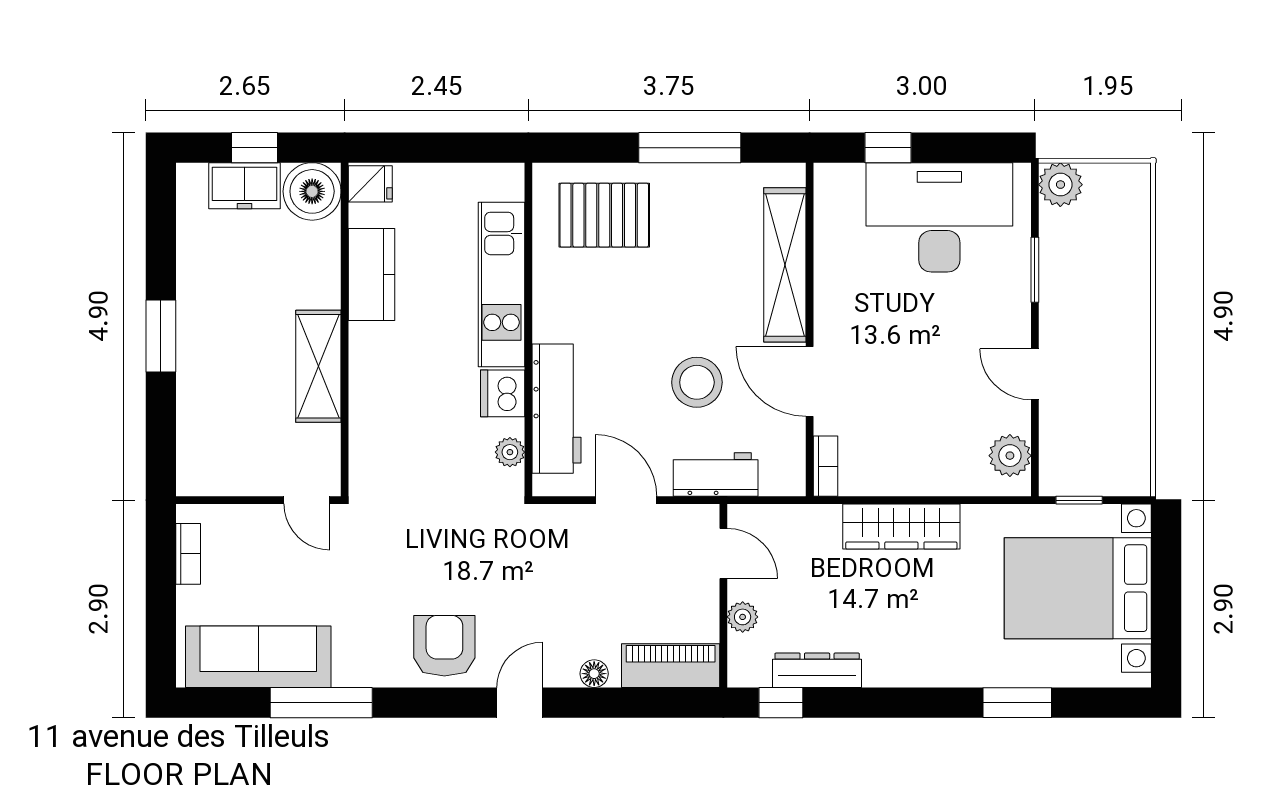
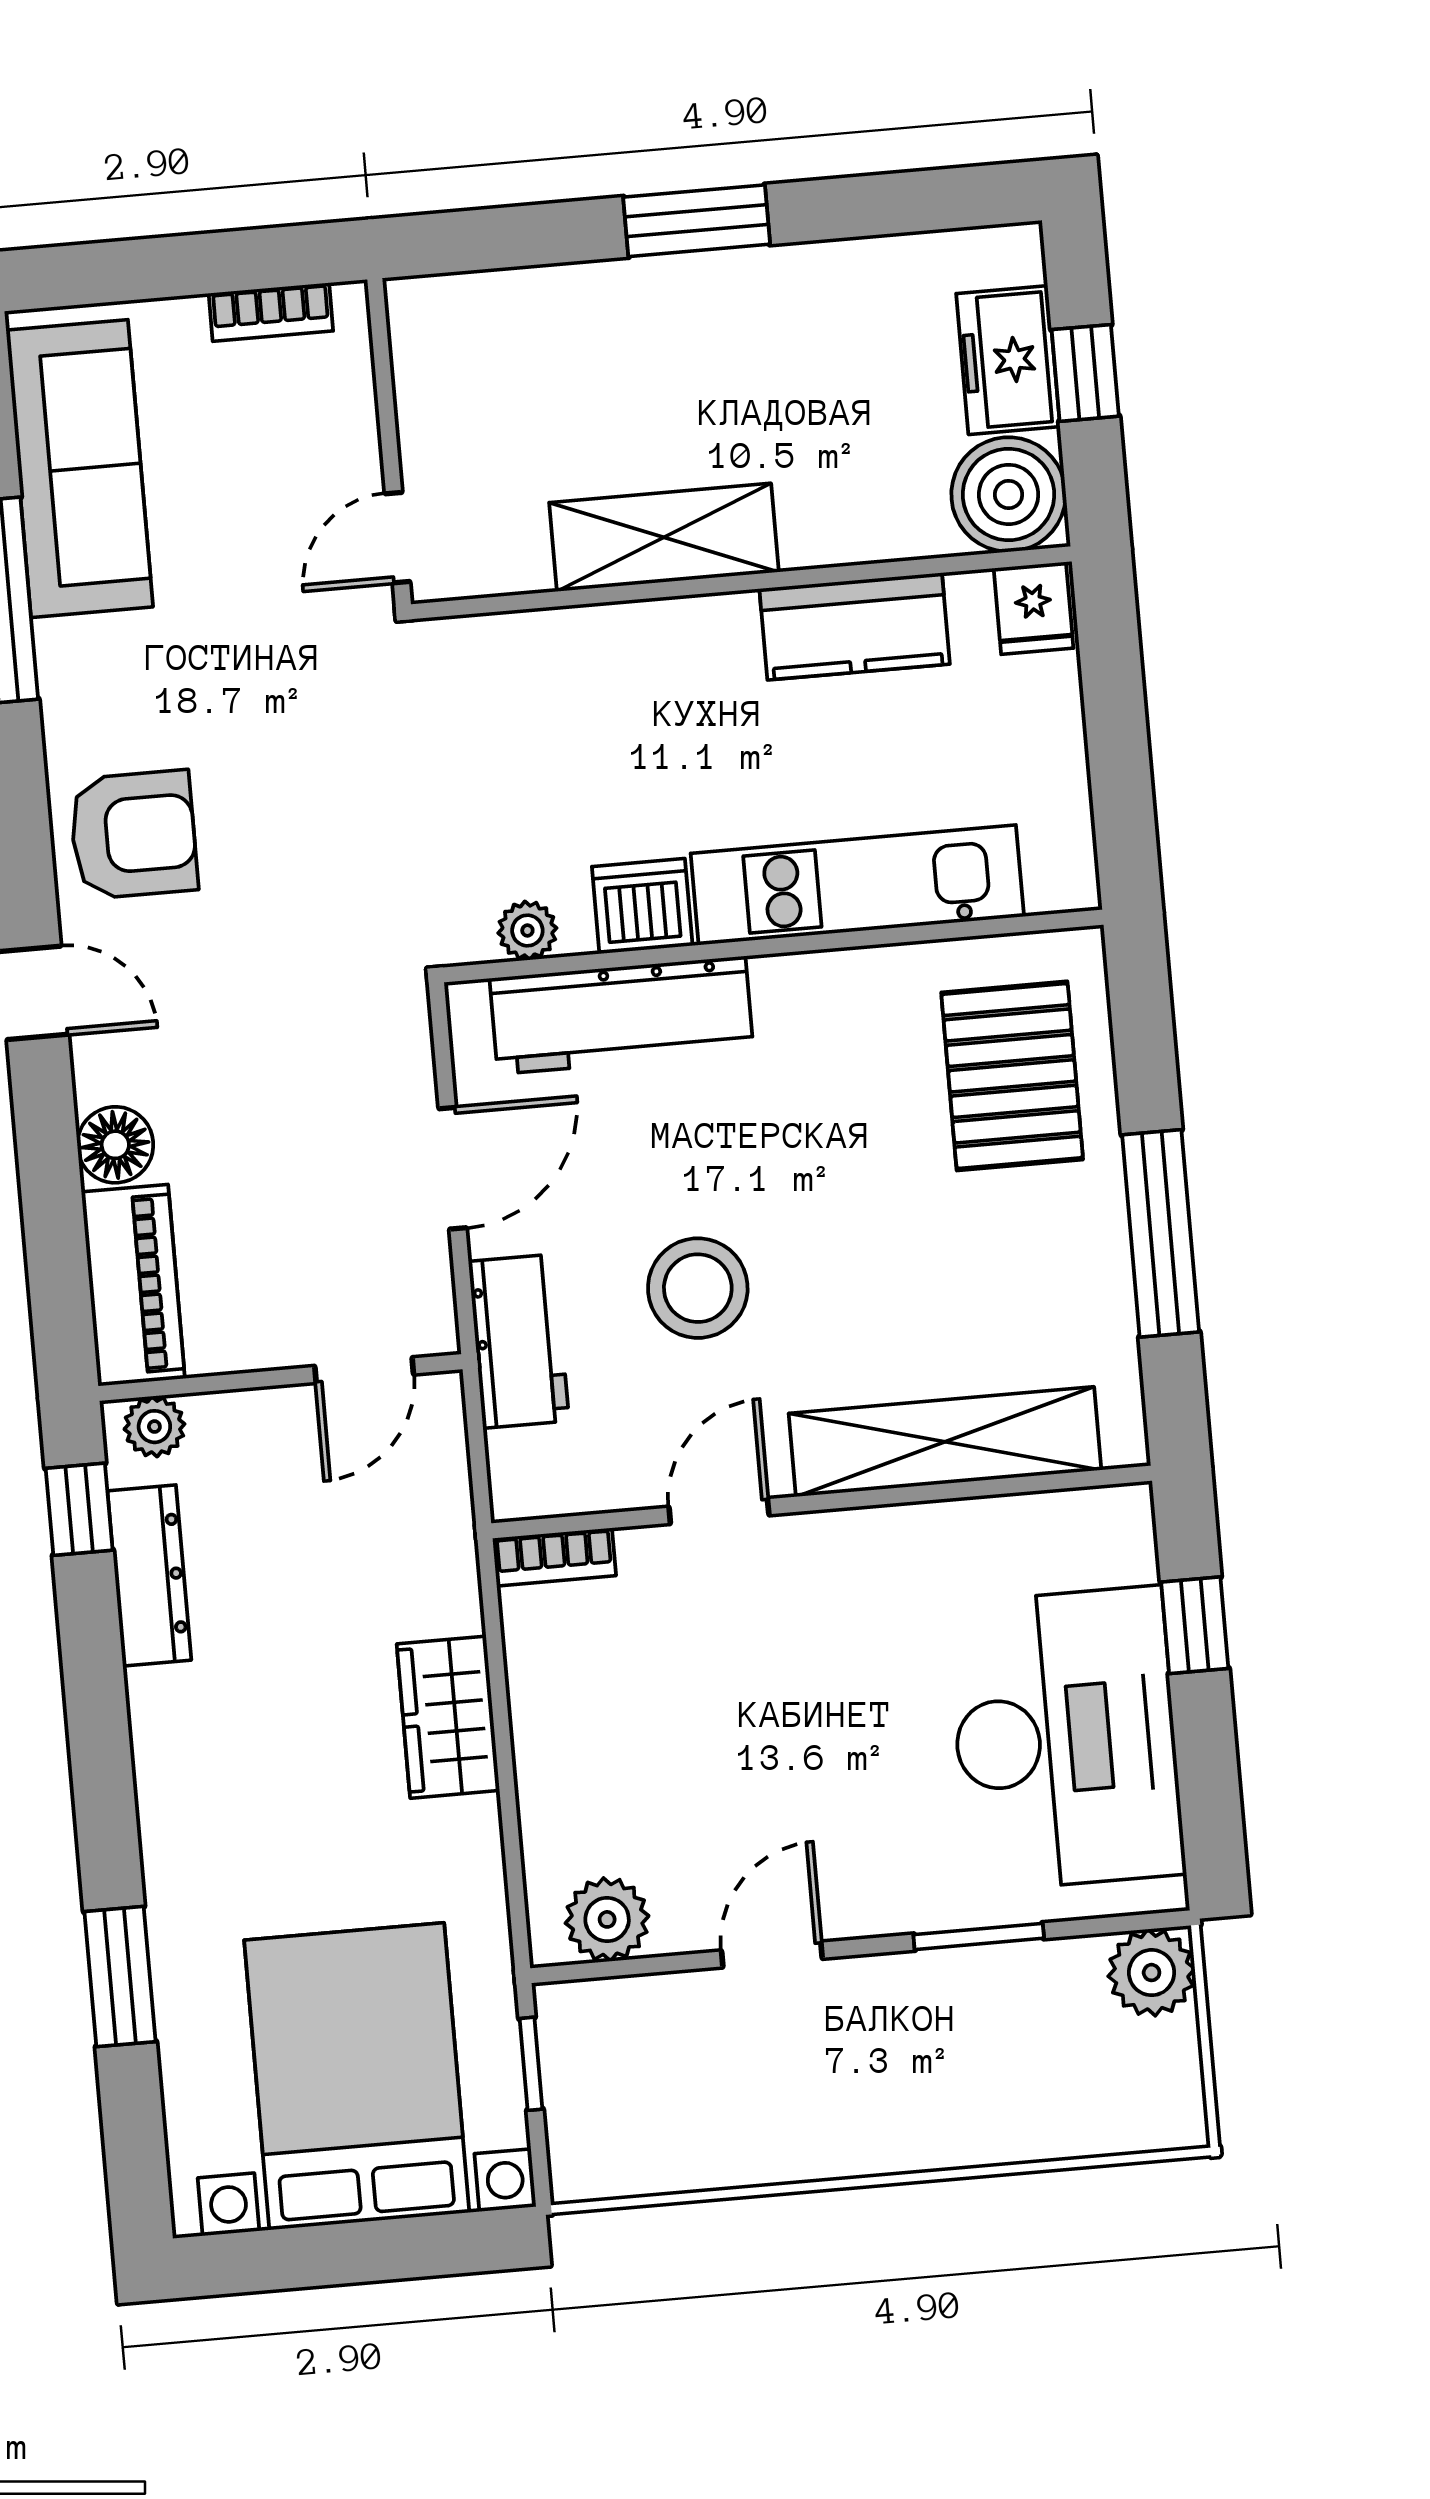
door: (810, 381) -> (719, 1511), width x0.73
wardrobe: (901, 526) -> (448, 1717), width x0.67
plant: (743, 617) -> (154, 1427), moved
floor lamp: (594, 674) -> (115, 1145), width x1.37, depth x1.37

